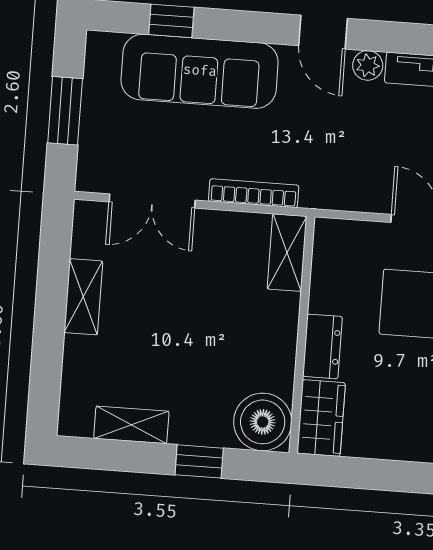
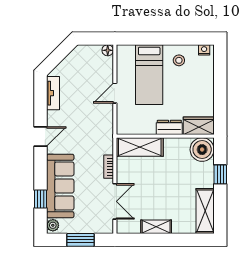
plant: (368, 65) -> (53, 225), moved
bookcase: (254, 193) -> (109, 167), width x0.64
shelving: (287, 253) -> (140, 147), width x1.50, depth x1.33
shelving: (131, 425) -> (205, 211), width x1.50, depth x1.33

